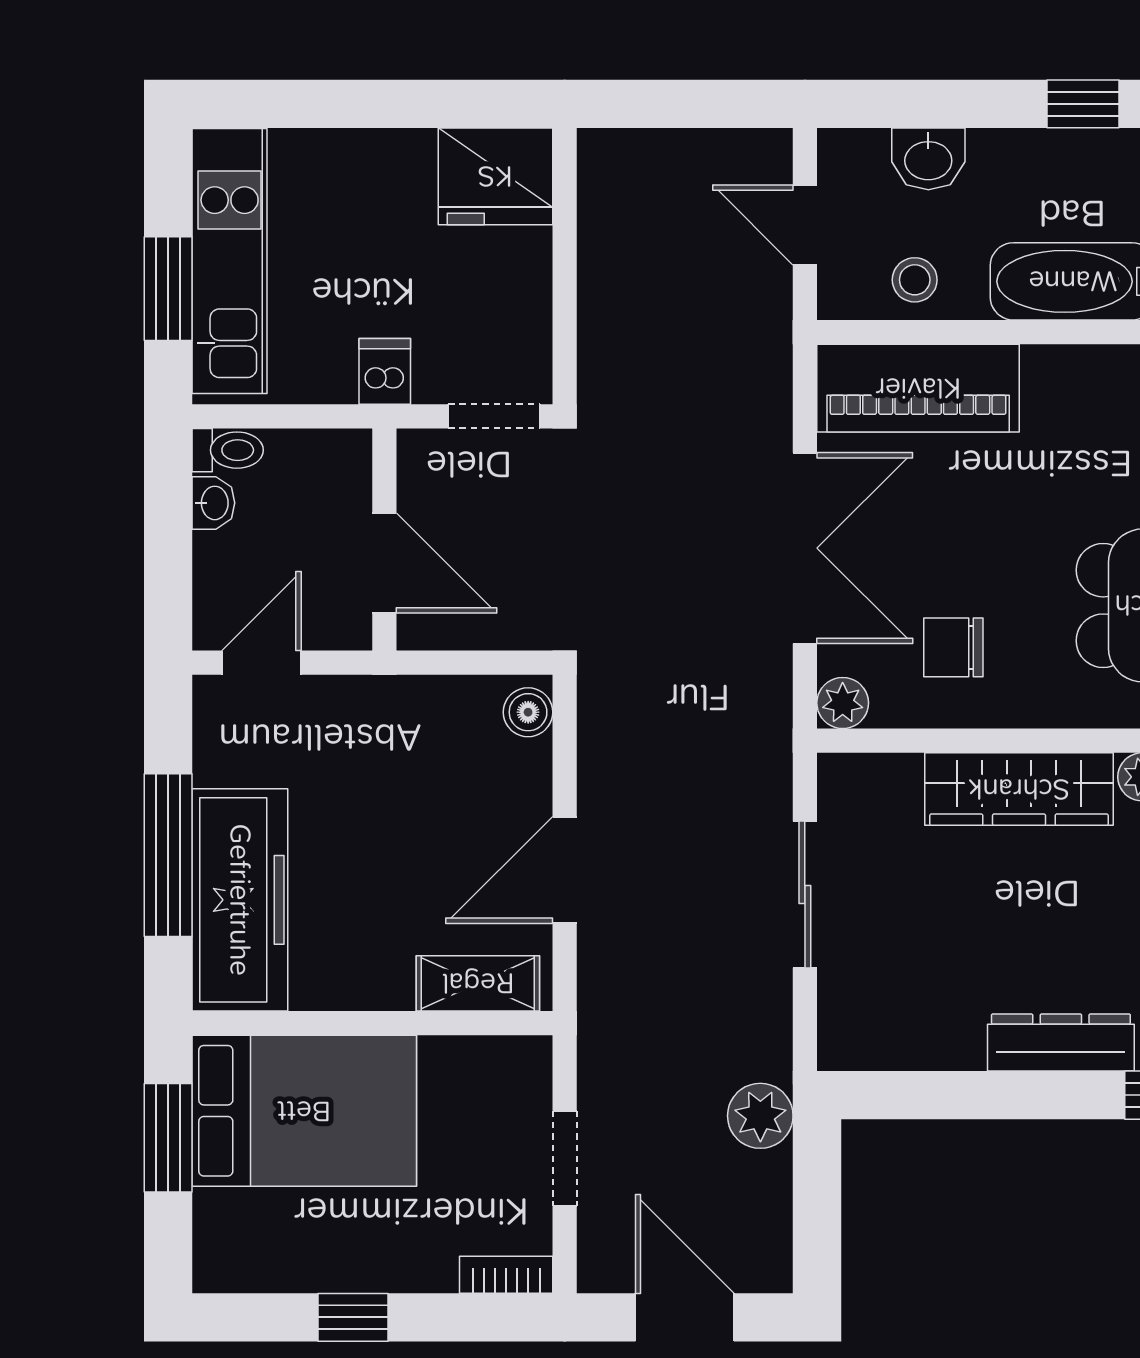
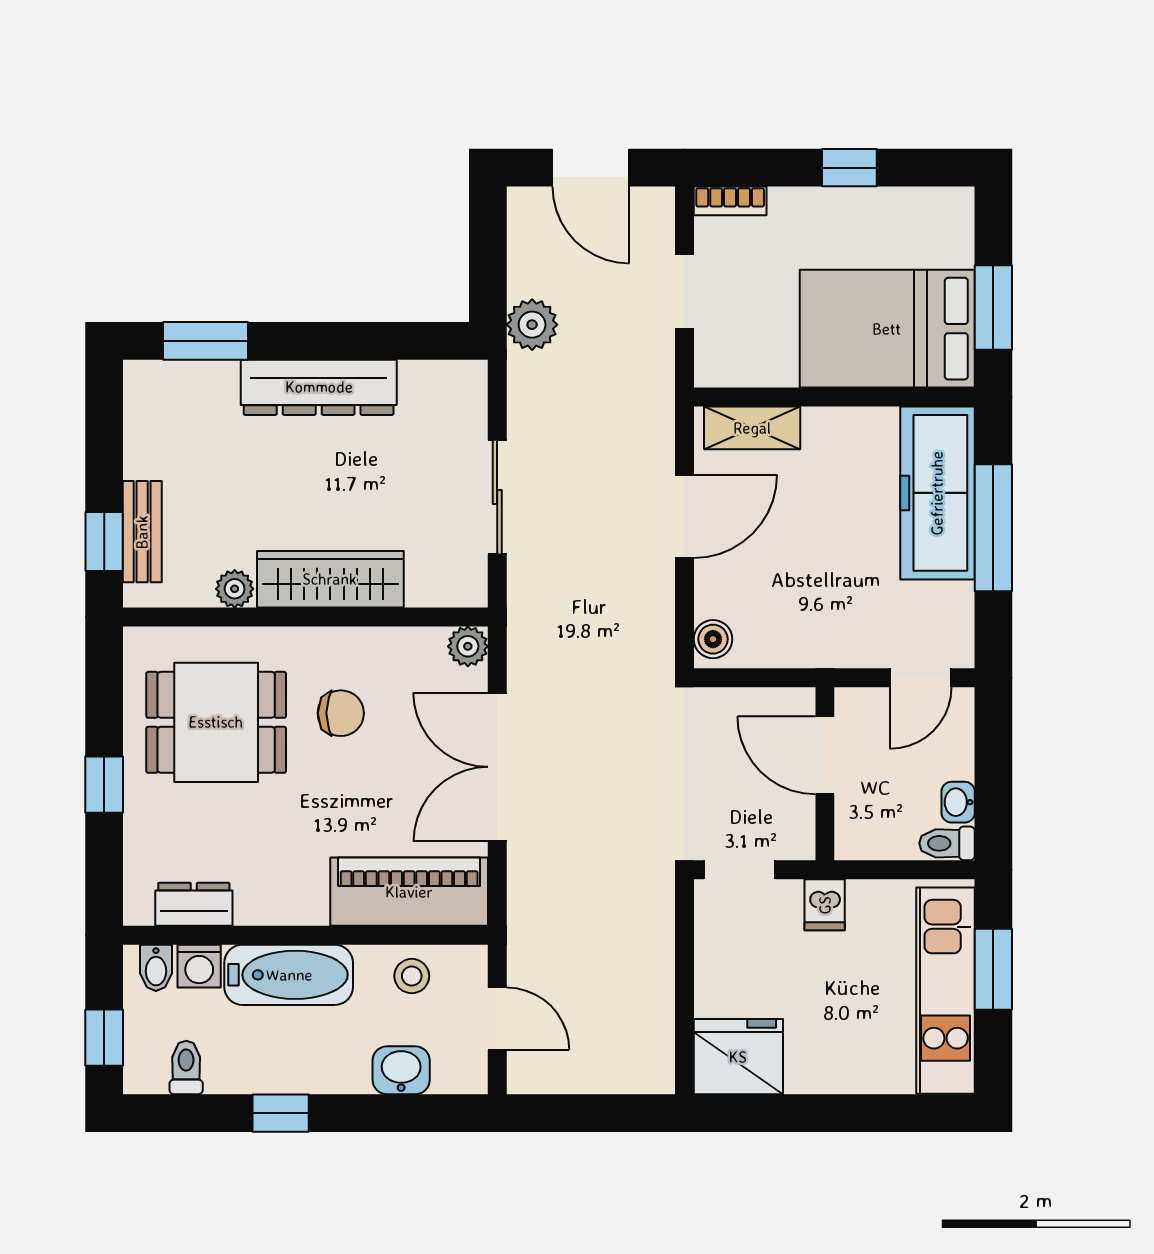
chair: (953, 647) -> (341, 713), moved
dresser: (1061, 1042) -> (319, 387), width x1.37, depth x1.24

